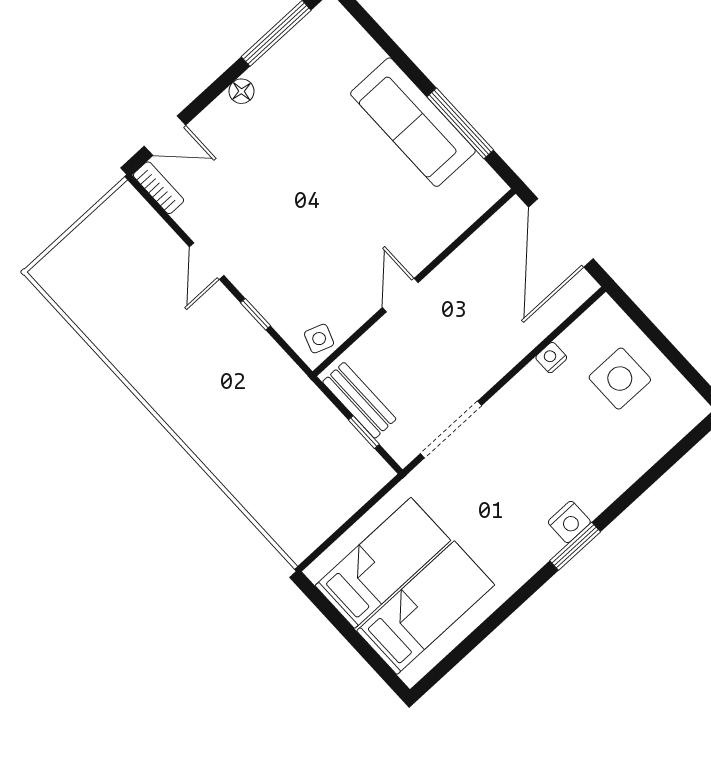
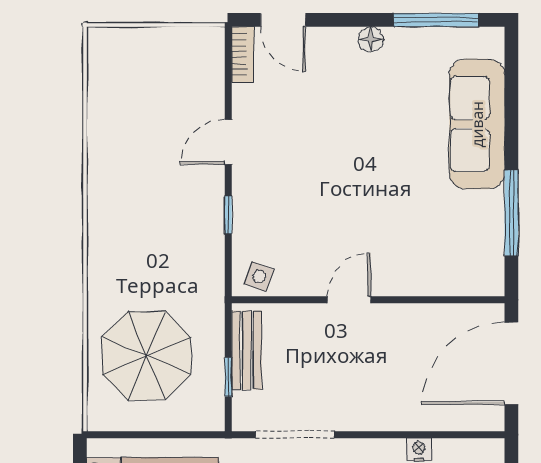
sofa: (413, 122) -> (477, 124), moved
parasol: (290, 471) -> (147, 356), added

